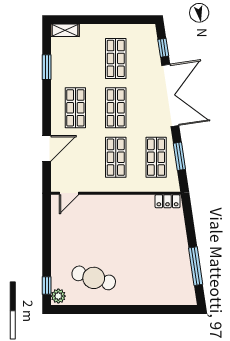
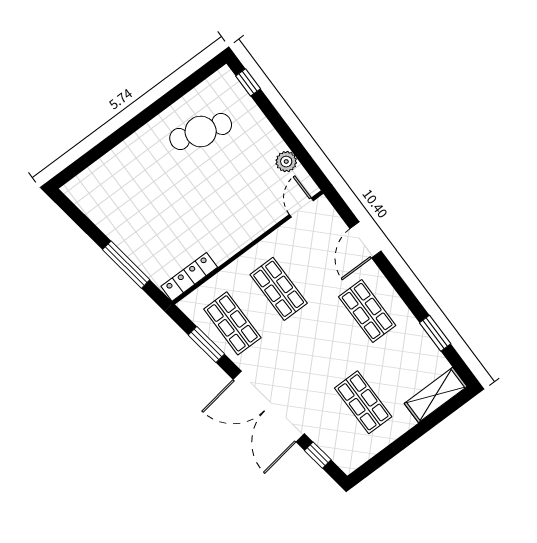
shelving: (65, 30) -> (436, 395), width x1.50, depth x1.33
shop shelf: (116, 108) -> (321, 346), removed
locker: (168, 201) -> (189, 277), width x1.53
window: (196, 266) -> (126, 265), moved
plant: (58, 296) -> (286, 162), moved

